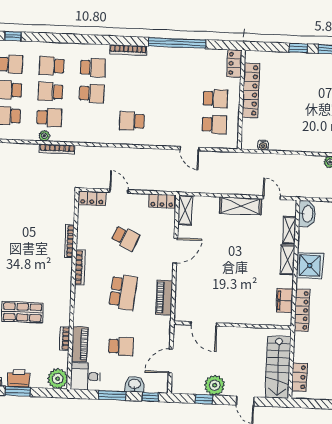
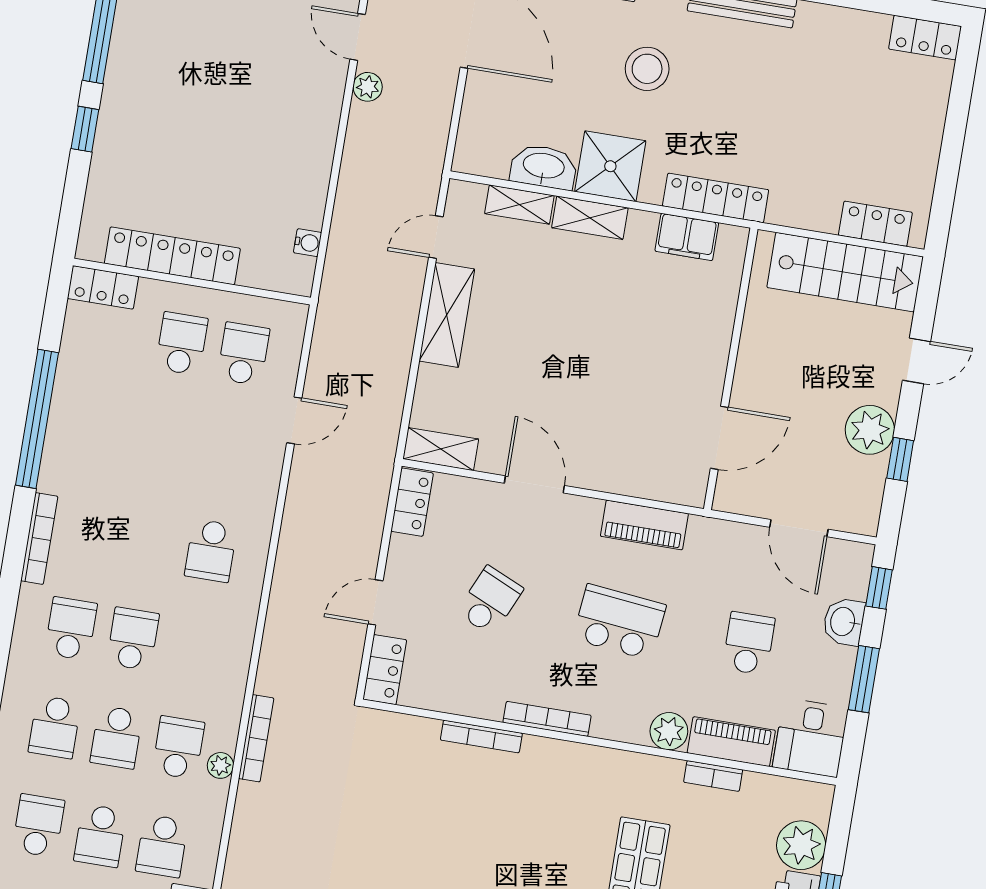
washbasin: (307, 214) -> (544, 167), moved
plant: (81, 318) -> (669, 731), added
plant: (58, 379) -> (801, 845), moved

